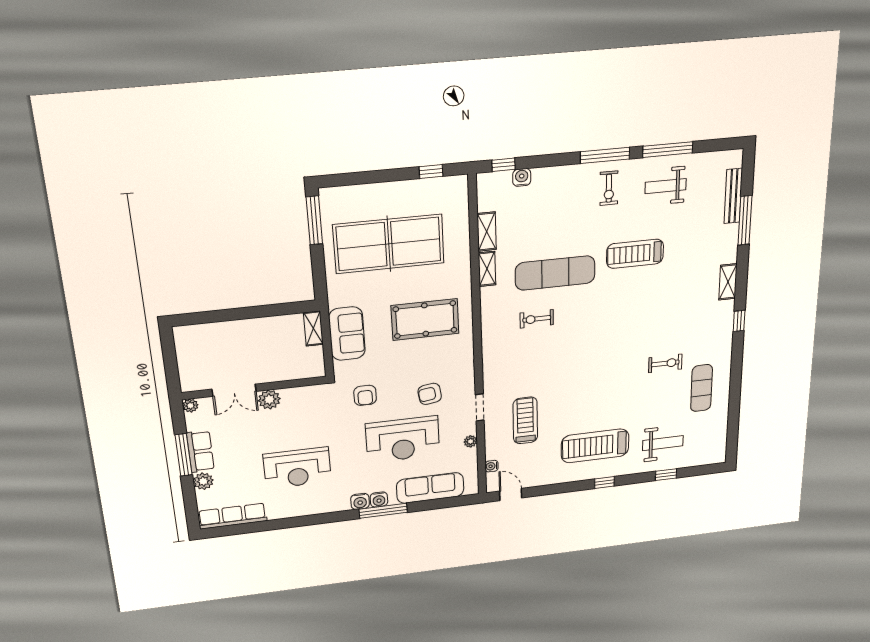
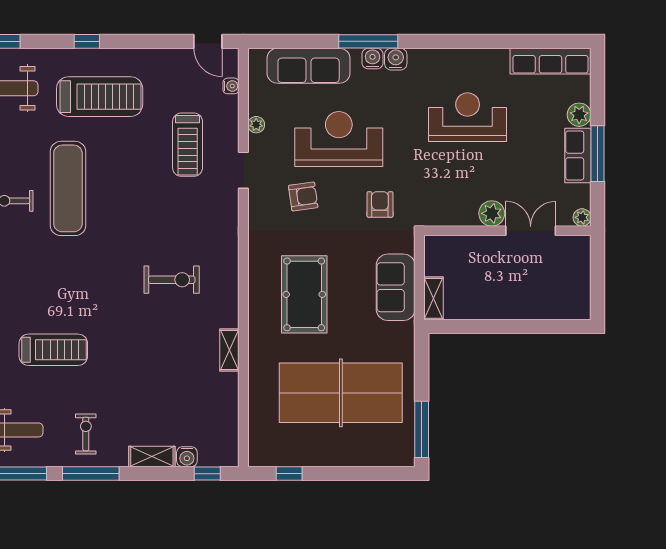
shelving: (487, 232) -> (152, 456), moved, turned 90
exercise mat: (555, 273) -> (68, 188), moved, turned 90
exercise bike: (537, 319) -> (172, 280), width x1.38, depth x1.39
pool table: (425, 320) -> (304, 294), turned 90

